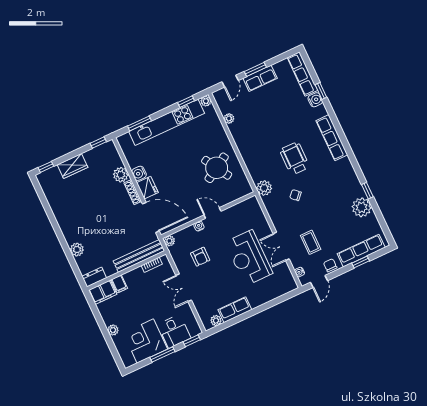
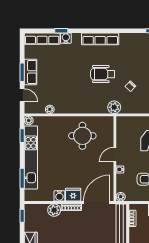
round table: (217, 168) -> (82, 136), turned 31

